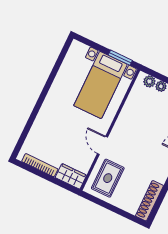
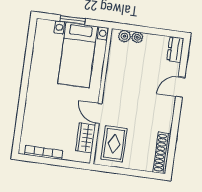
window: (120, 58) -> (73, 20), moved
wardrobe: (71, 176) -> (86, 138), moved, turned -90

